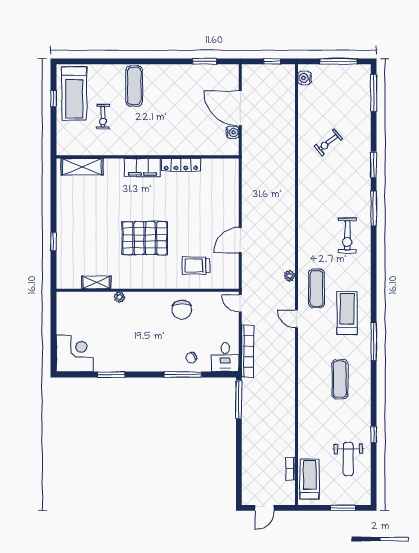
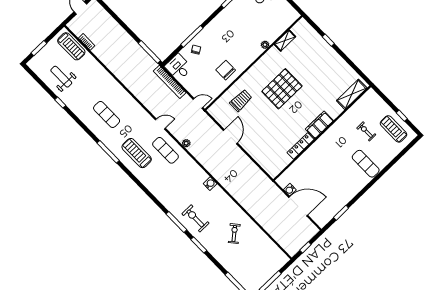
water cooler: (305, 78) -> (210, 184), moved
treadmill: (74, 93) -> (394, 129), width x0.73, depth x0.73
exercise bike: (347, 235) -> (195, 218), moved
treadmill: (347, 313) -> (137, 153), turned 180

